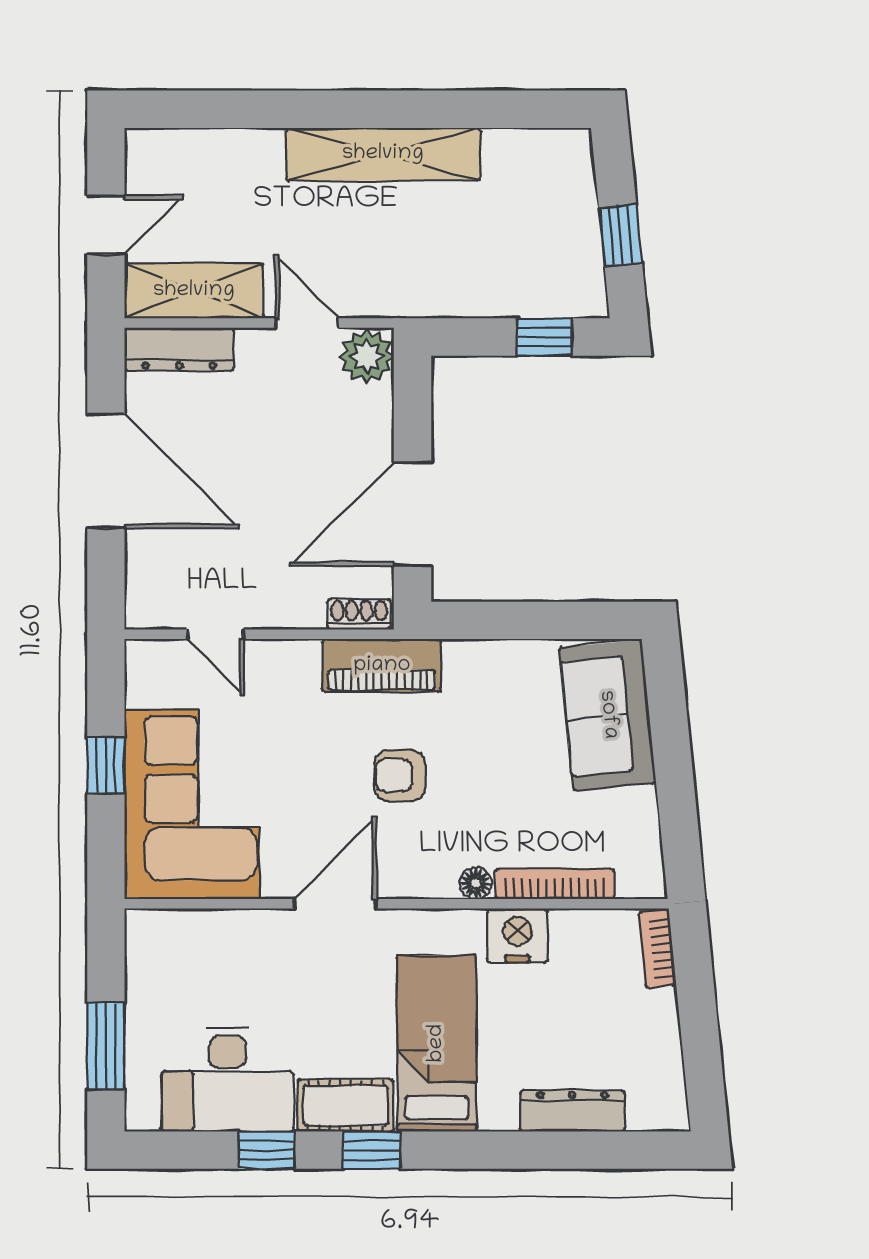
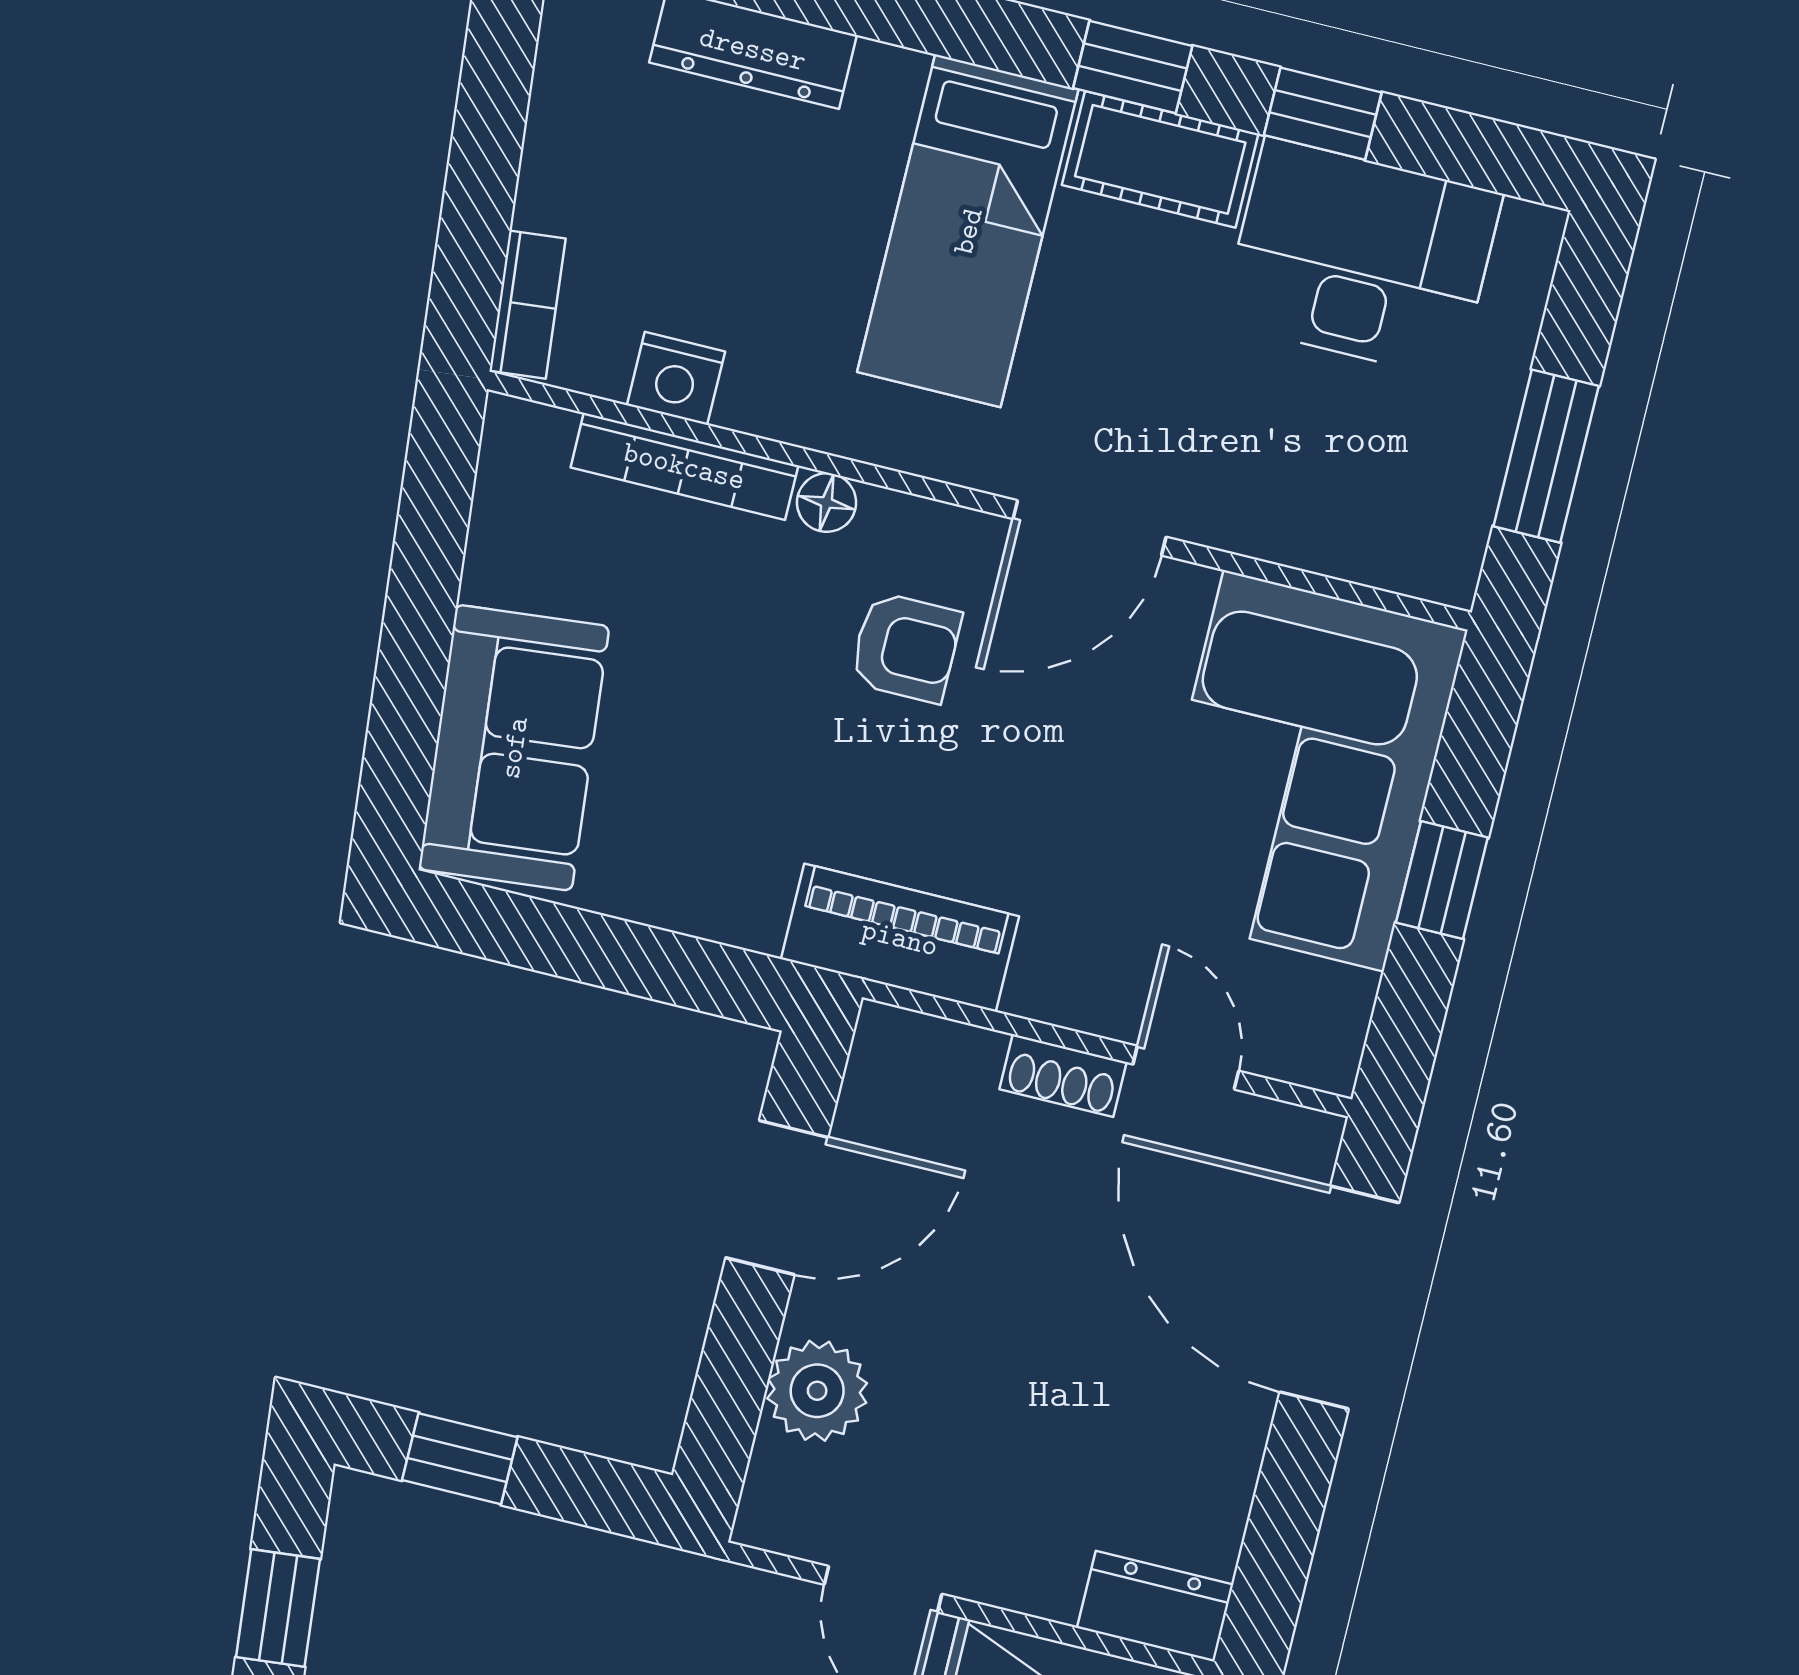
dresser: (179, 349) -> (1155, 1606), width x0.70
plant: (367, 356) -> (817, 1391), moved
door: (106, 471) -> (1339, 1297), moved
door: (413, 514) -> (777, 1197), width x0.73
shoe rack: (359, 614) -> (1063, 1076), moved
armchair: (400, 775) -> (906, 647), moved
nightstand: (517, 936) -> (676, 378), moved, width x0.74, depth x0.75
window: (106, 1046) -> (1546, 456), moved

